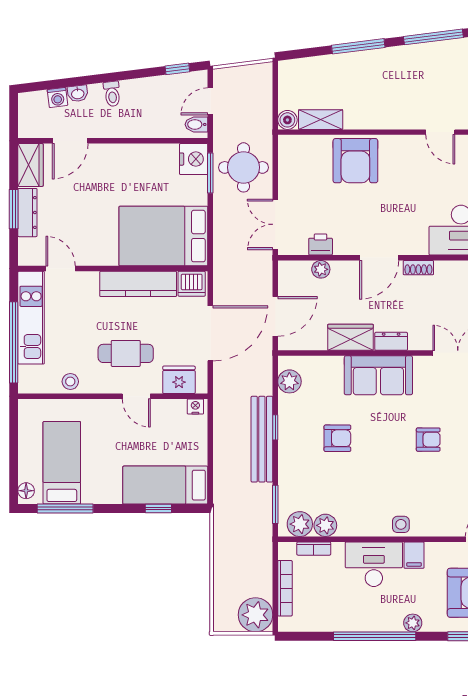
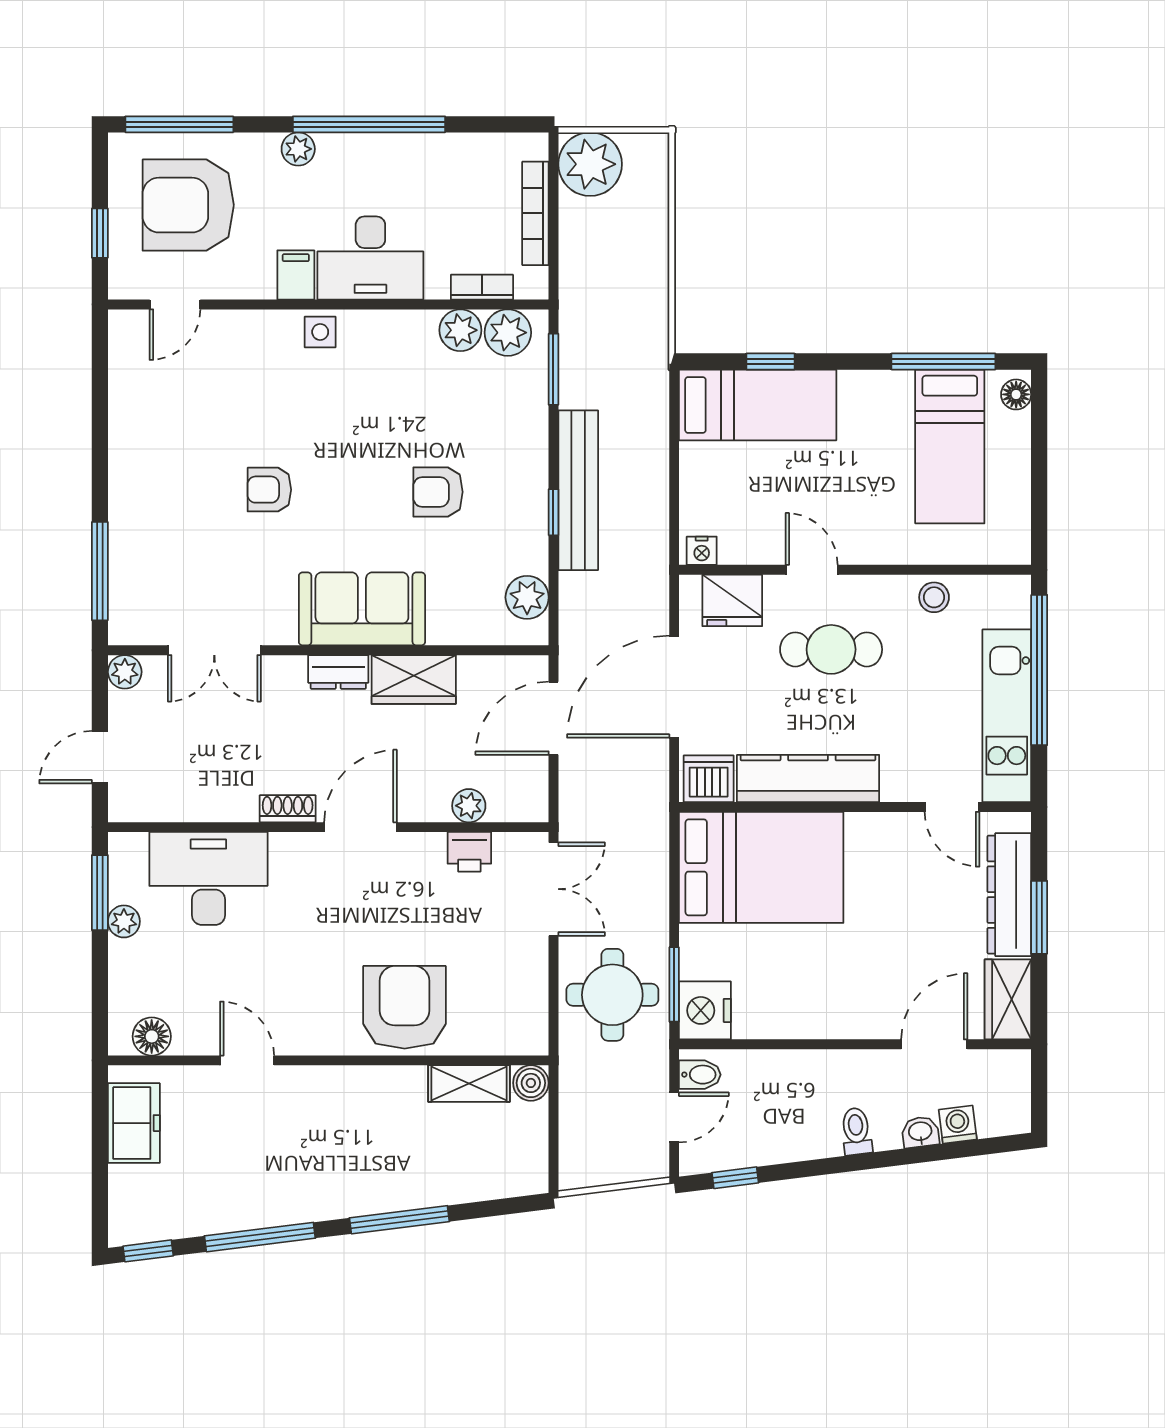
dresser: (27, 213) -> (1009, 895), width x1.37, depth x1.24

